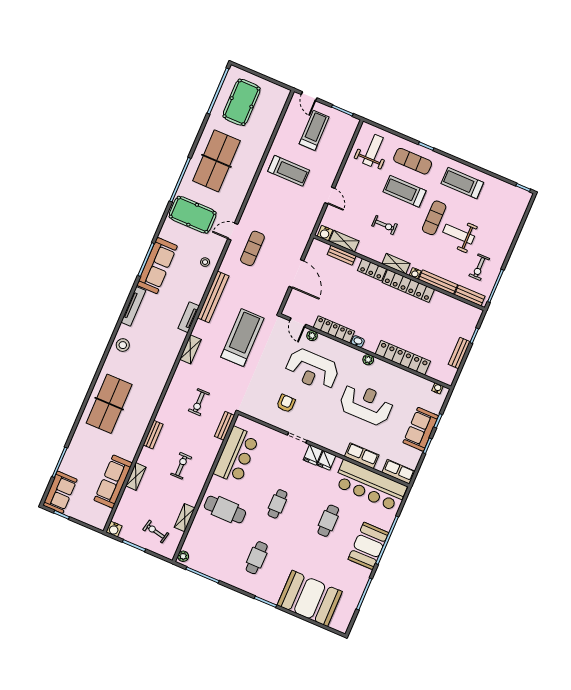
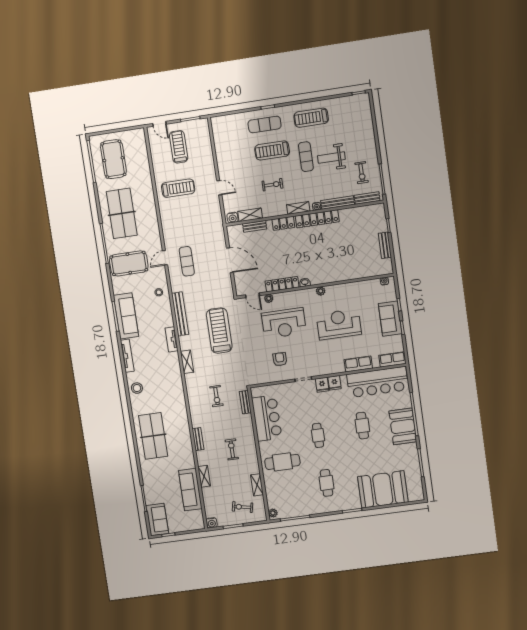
weight bench: (373, 150) -> (230, 135), removed
locker: (403, 358) -> (345, 274), removed

